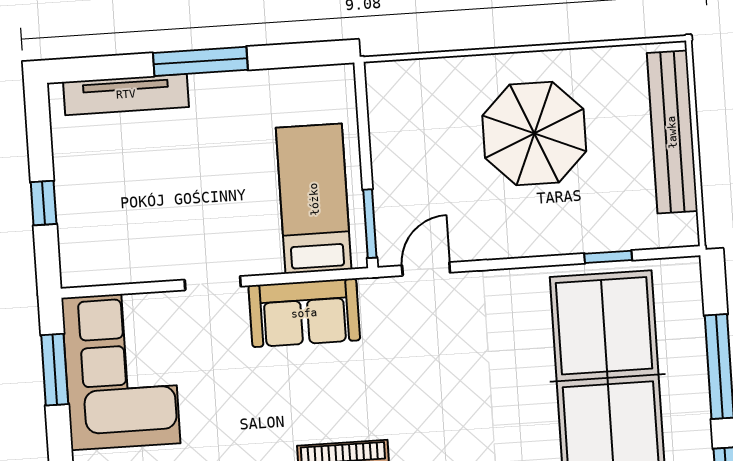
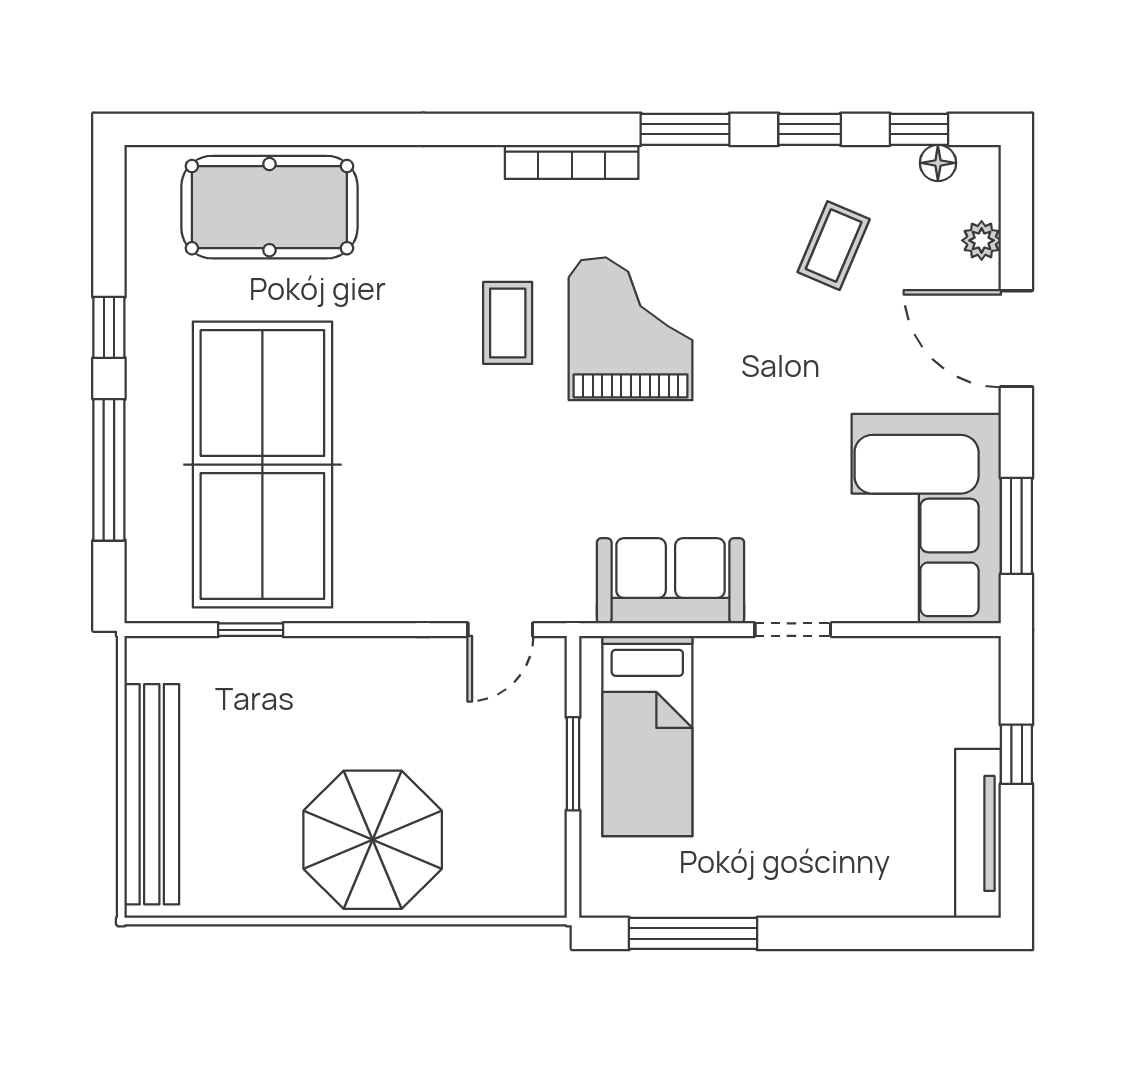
window: (200, 61) -> (693, 933), moved
tv unit: (126, 94) -> (978, 833), moved, turned -90
parasol: (534, 134) -> (373, 840), moved
window: (370, 224) -> (573, 764), moved

